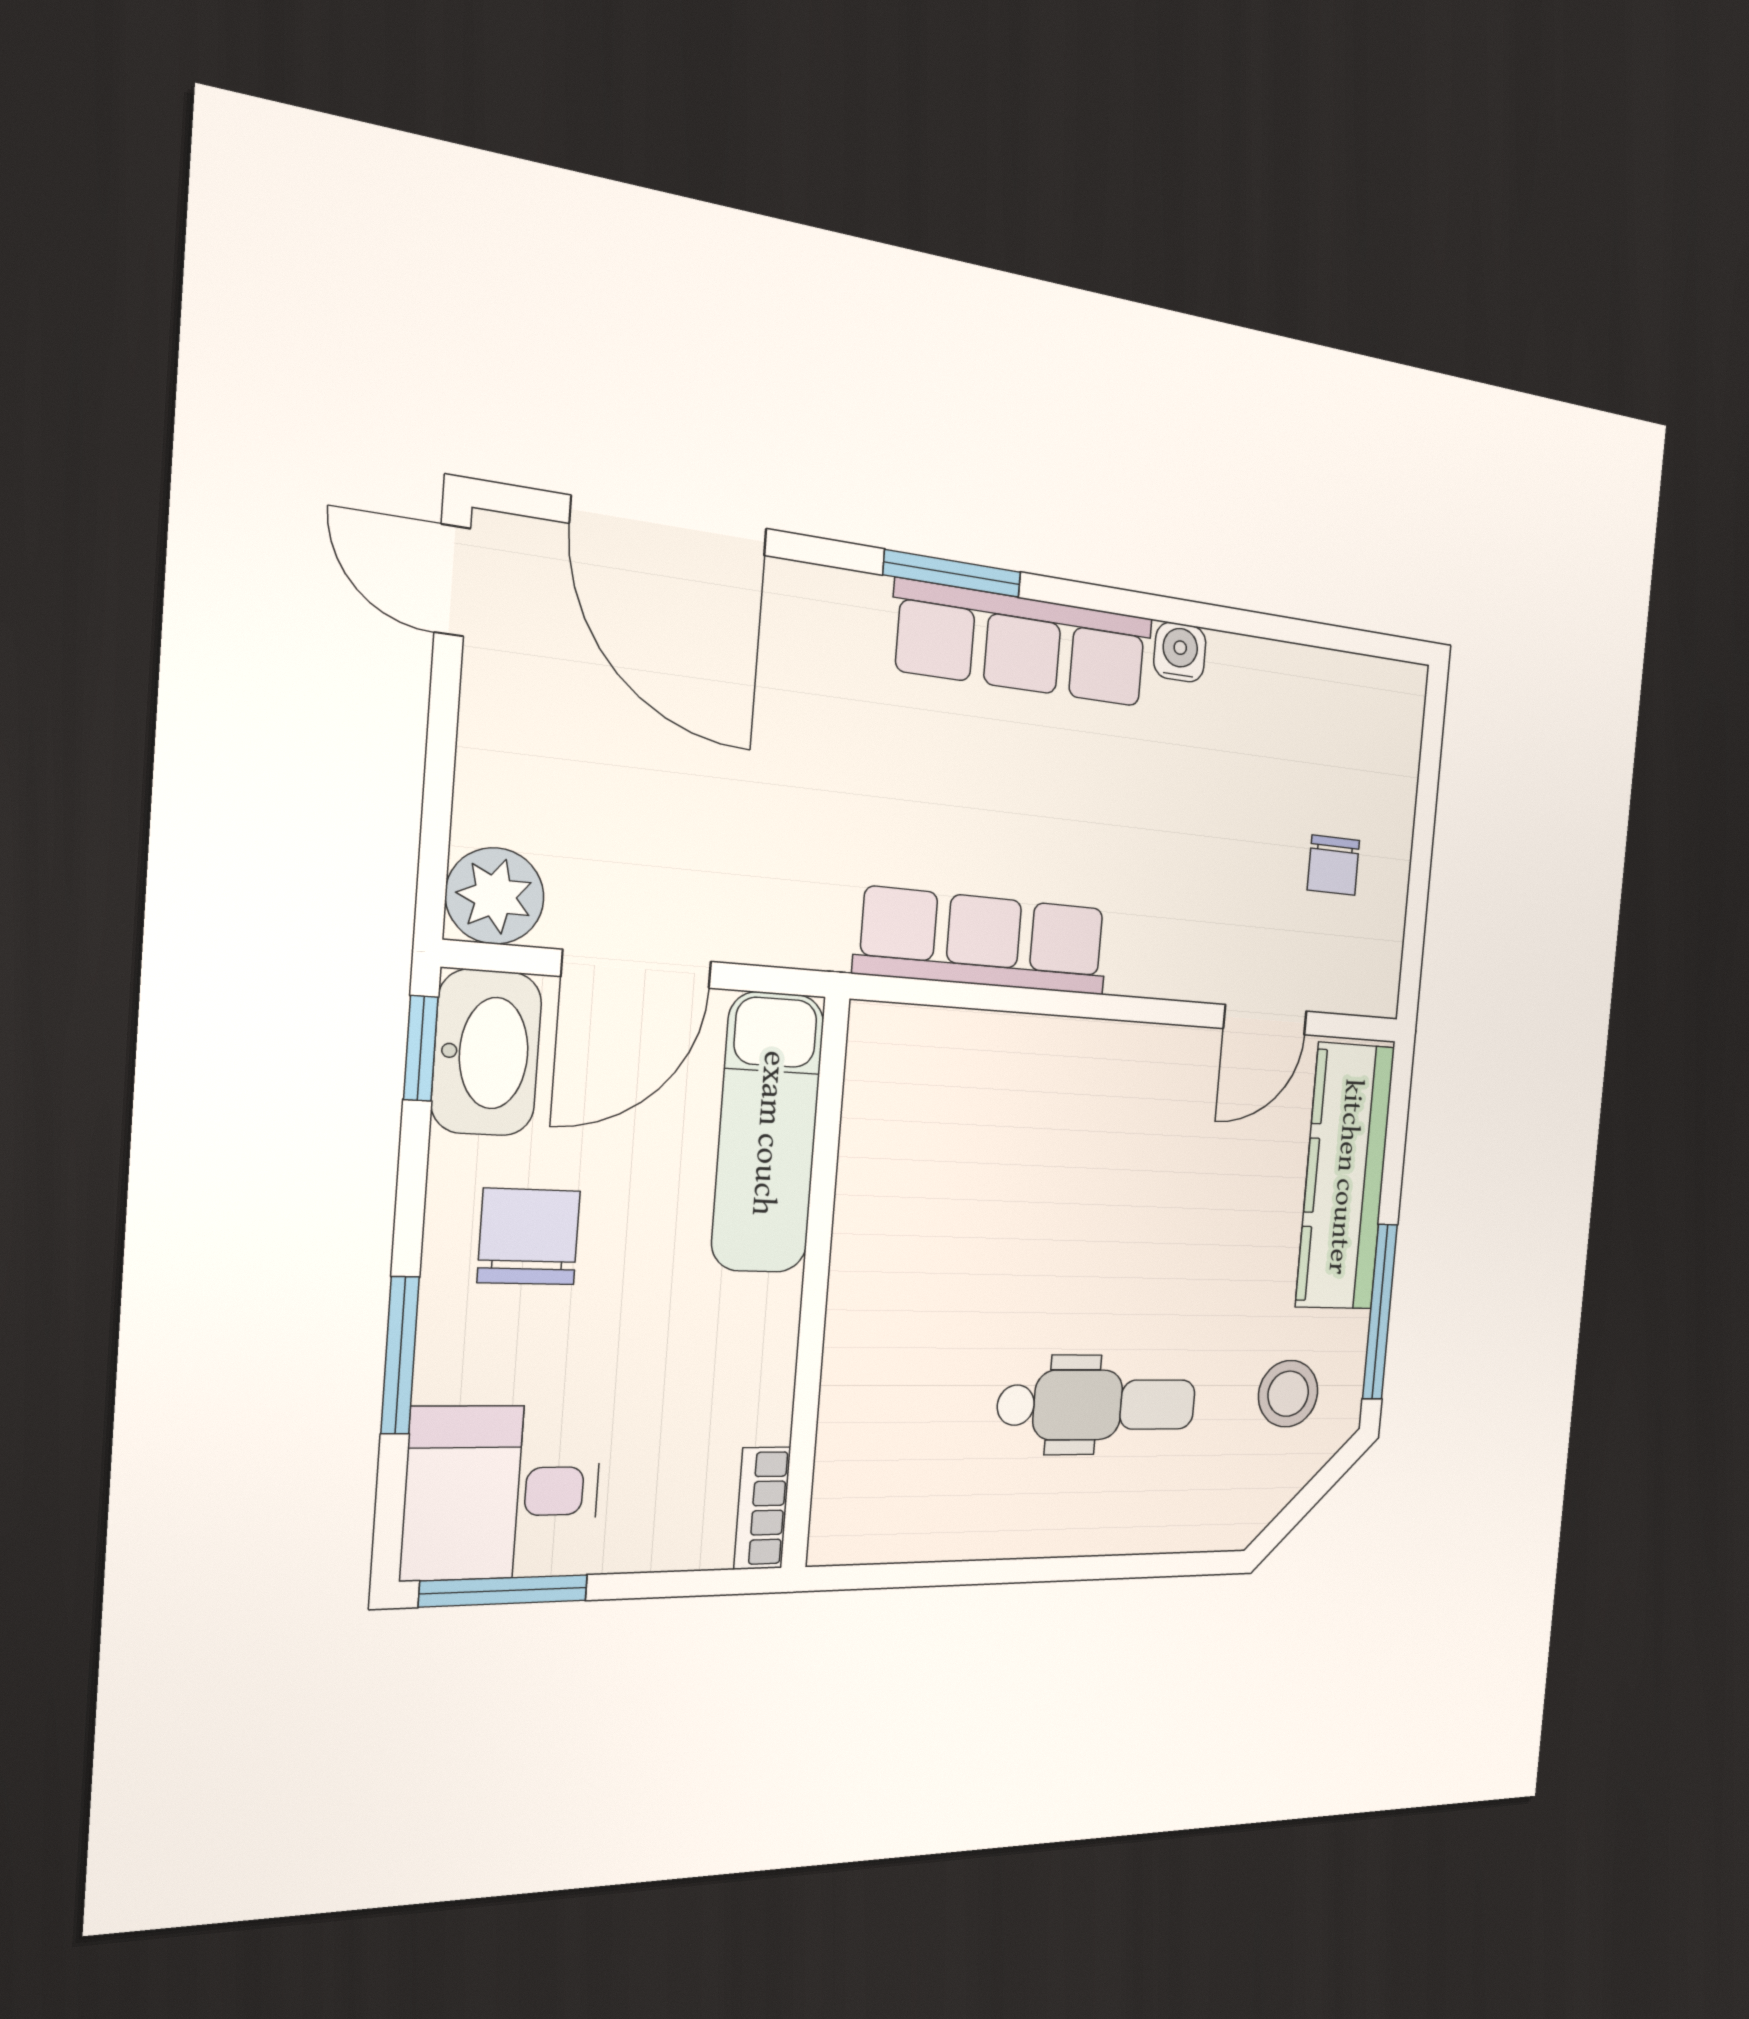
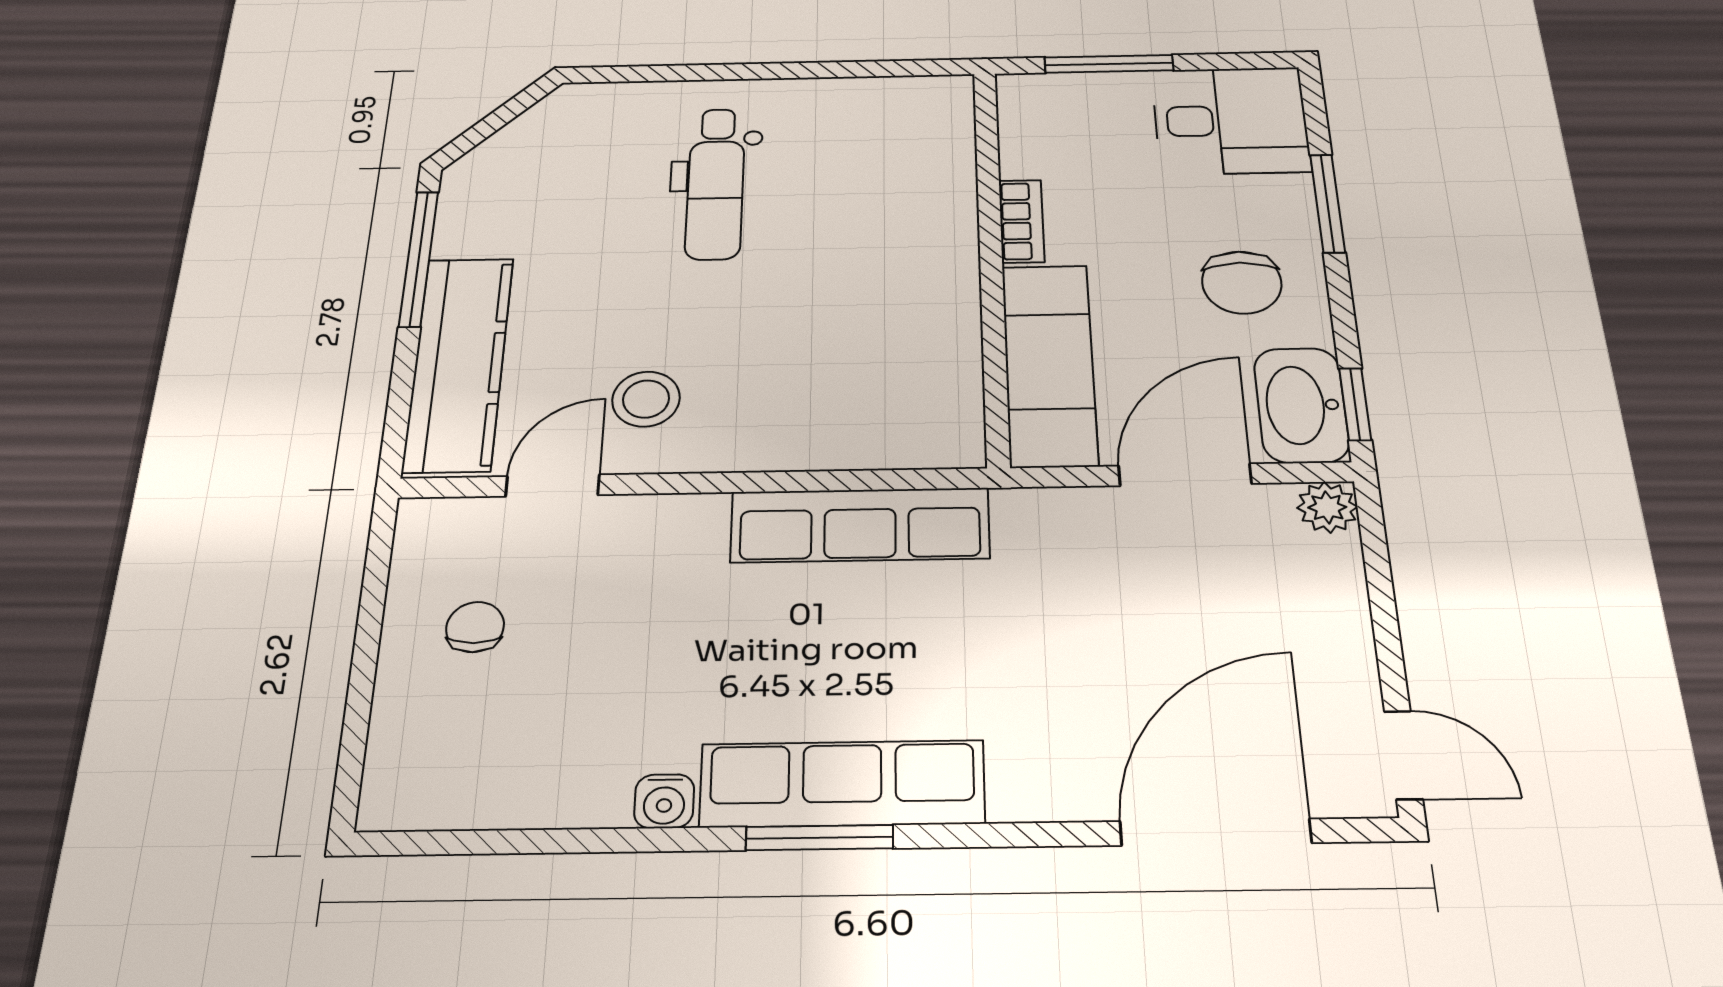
door: (669, 526) -> (1216, 832), hinge flipped
window: (952, 573) -> (820, 838), moved
plant: (495, 896) -> (1327, 507), width x0.73, depth x0.73
stool: (1288, 1394) -> (646, 399), moved
dental chair: (1098, 1405) -> (716, 183), turned -90
bookcase: (762, 1508) -> (1021, 221), moved
window: (504, 1591) -> (1109, 64), moved

